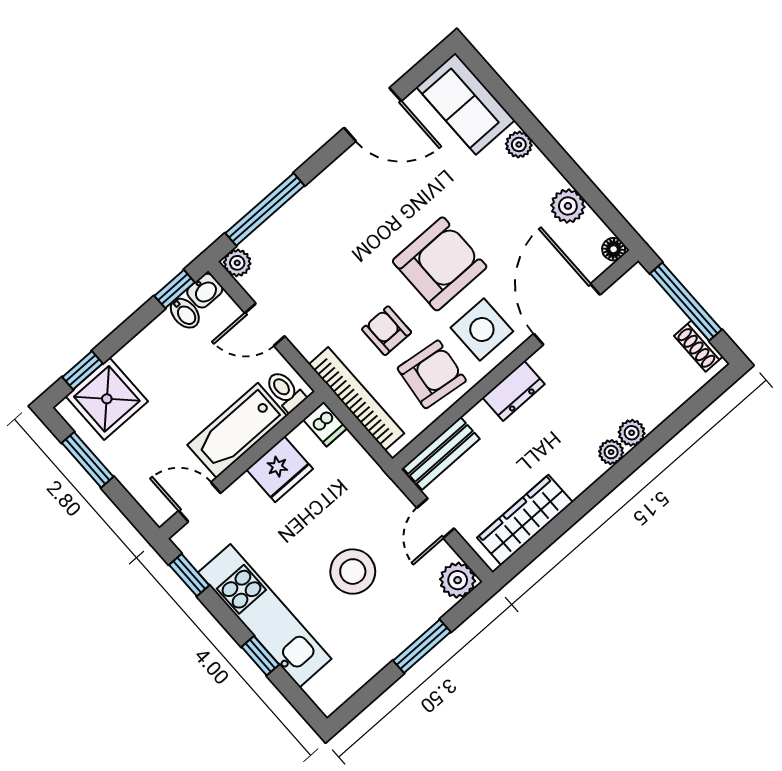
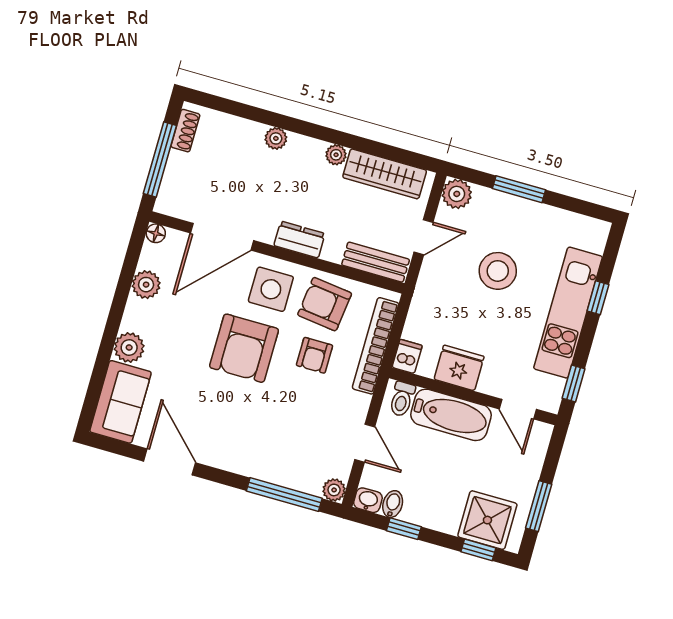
plant: (519, 145) -> (129, 348), width x1.38, depth x1.38
armchair: (440, 264) -> (244, 348), turned -90
window: (175, 289) -> (404, 529), moved
plant: (611, 452) -> (336, 155), moved

